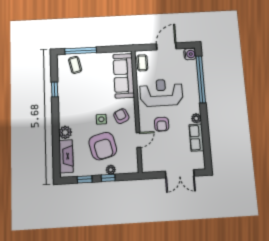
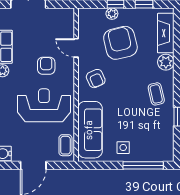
coffee table: (75, 65) -> (156, 94), moved
reception desk: (161, 93) -> (44, 105), turned 180
side table: (101, 119) -> (123, 148), moved
door: (138, 140) -> (76, 48), hinge flipped

